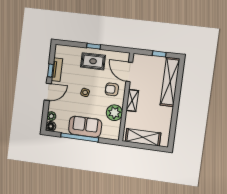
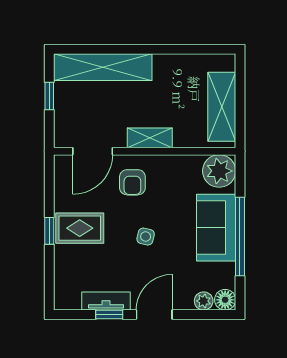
rug: (93, 61) -> (80, 228), turned 90
door: (48, 92) -> (154, 315), hinge flipped
plant: (114, 113) -> (219, 171), moved

